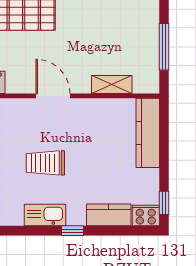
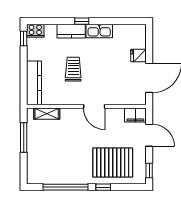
shelving: (112, 85) -> (47, 114), moved
trolley: (45, 163) -> (73, 69), moved, turned -90
kitchen counter: (109, 215) -> (71, 31), moved

